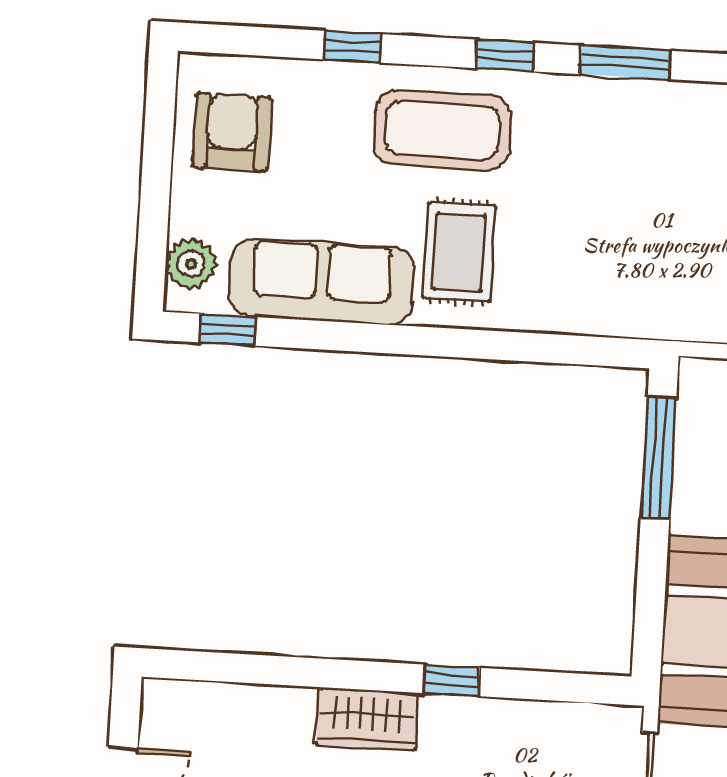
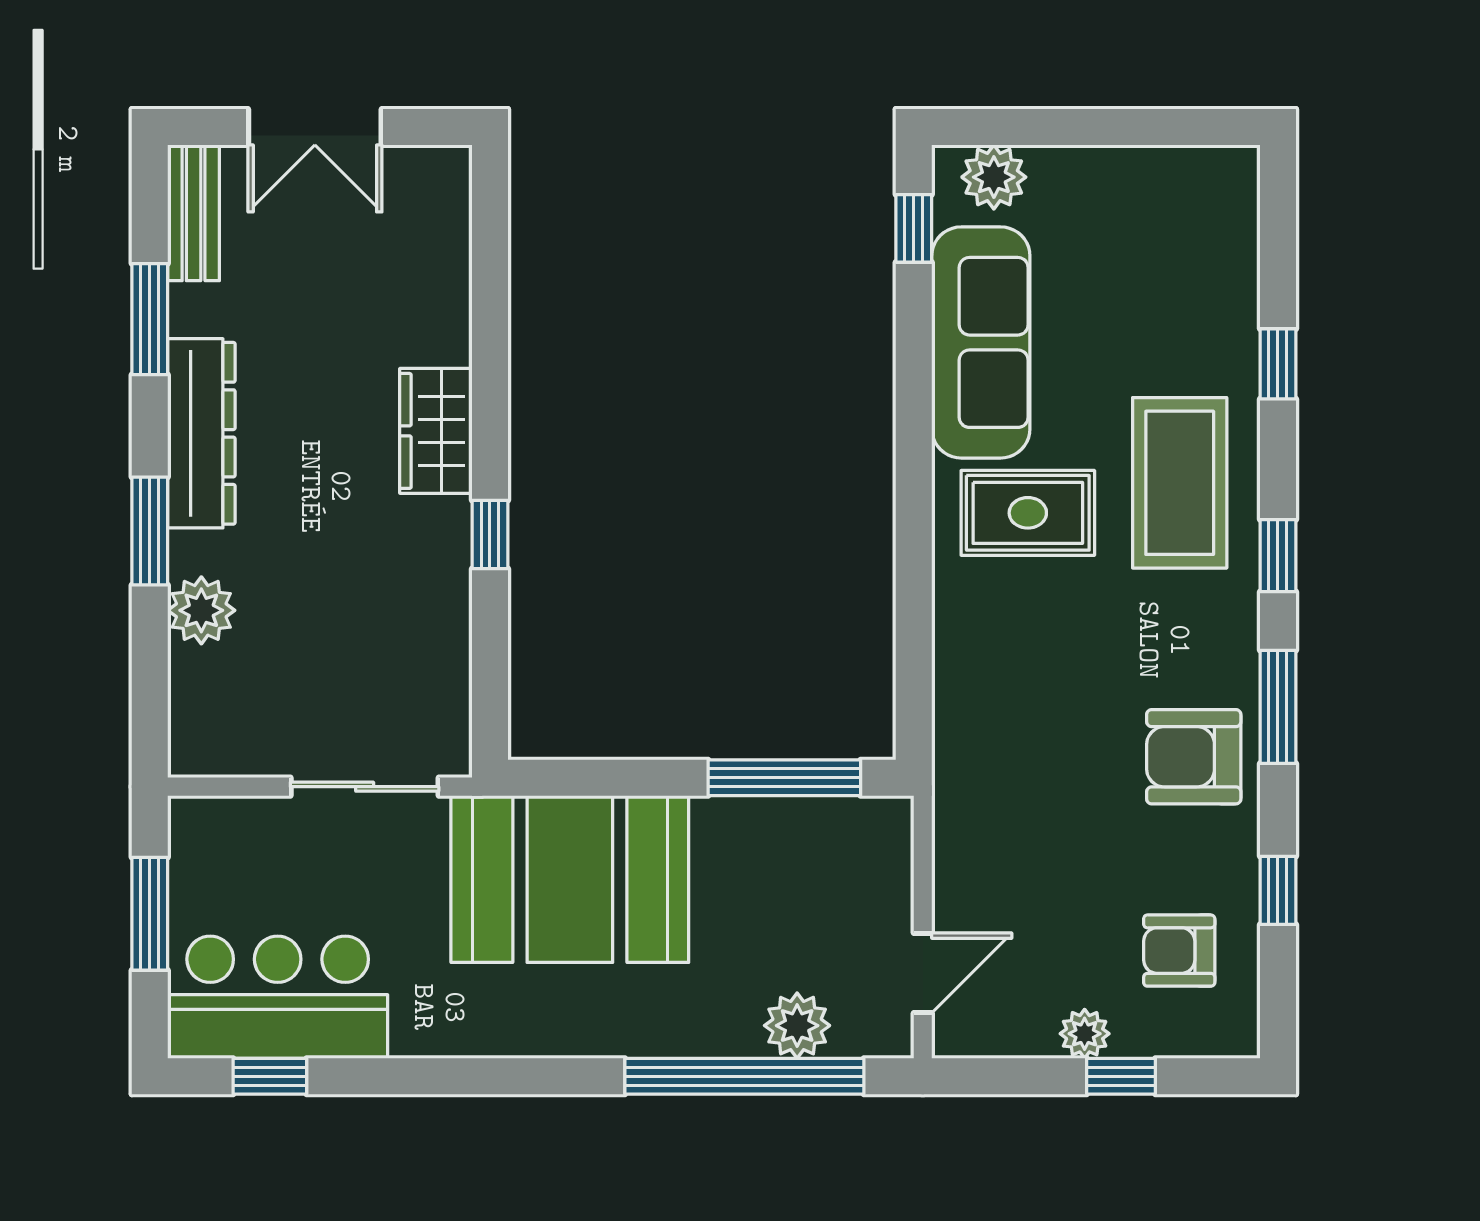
armchair: (232, 132) -> (1194, 757), moved, turned 180

